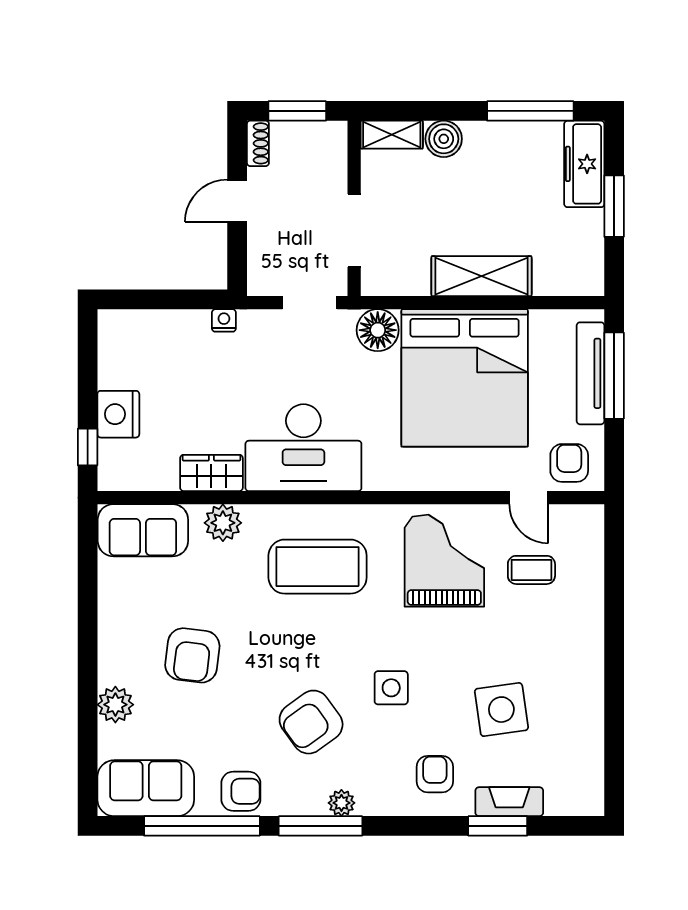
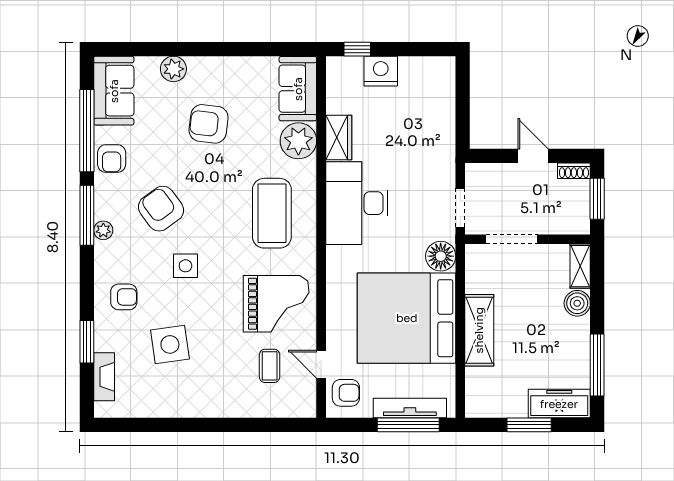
nightstand: (224, 320) -> (448, 146), removed
door: (529, 498) -> (321, 364), hinge flipped
plant: (223, 523) -> (298, 141), width x1.36, depth x1.36
fireplace: (509, 802) -> (104, 377), moved

